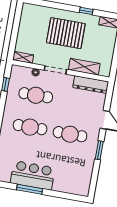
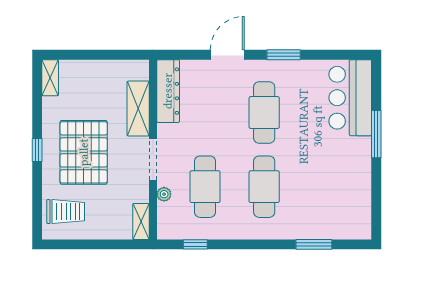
window: (86, 11) -> (37, 150), moved
trolley: (36, 18) -> (66, 212), added
bar counter: (33, 175) -> (350, 98), moved
window: (30, 189) -> (376, 134), moved

